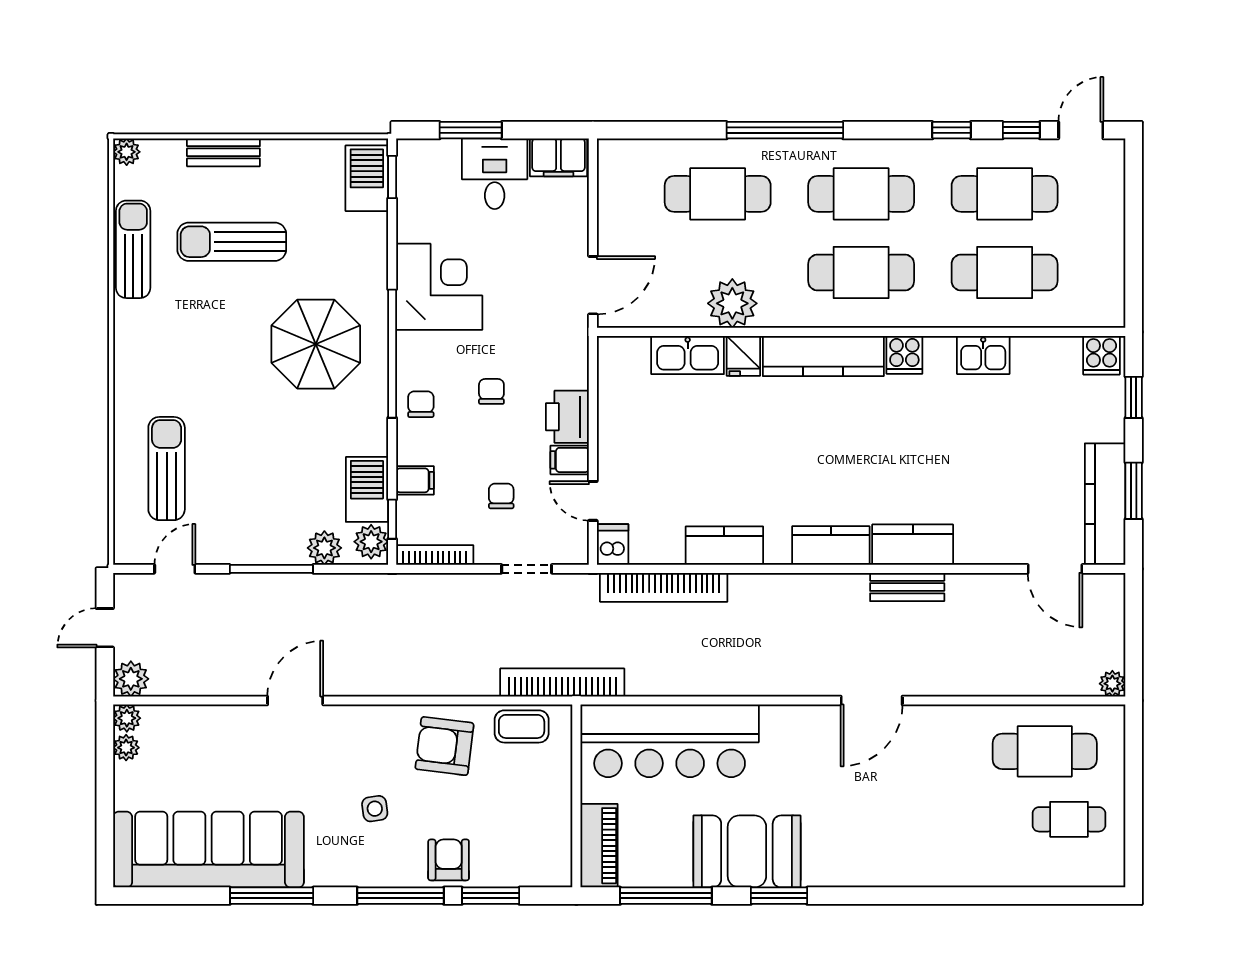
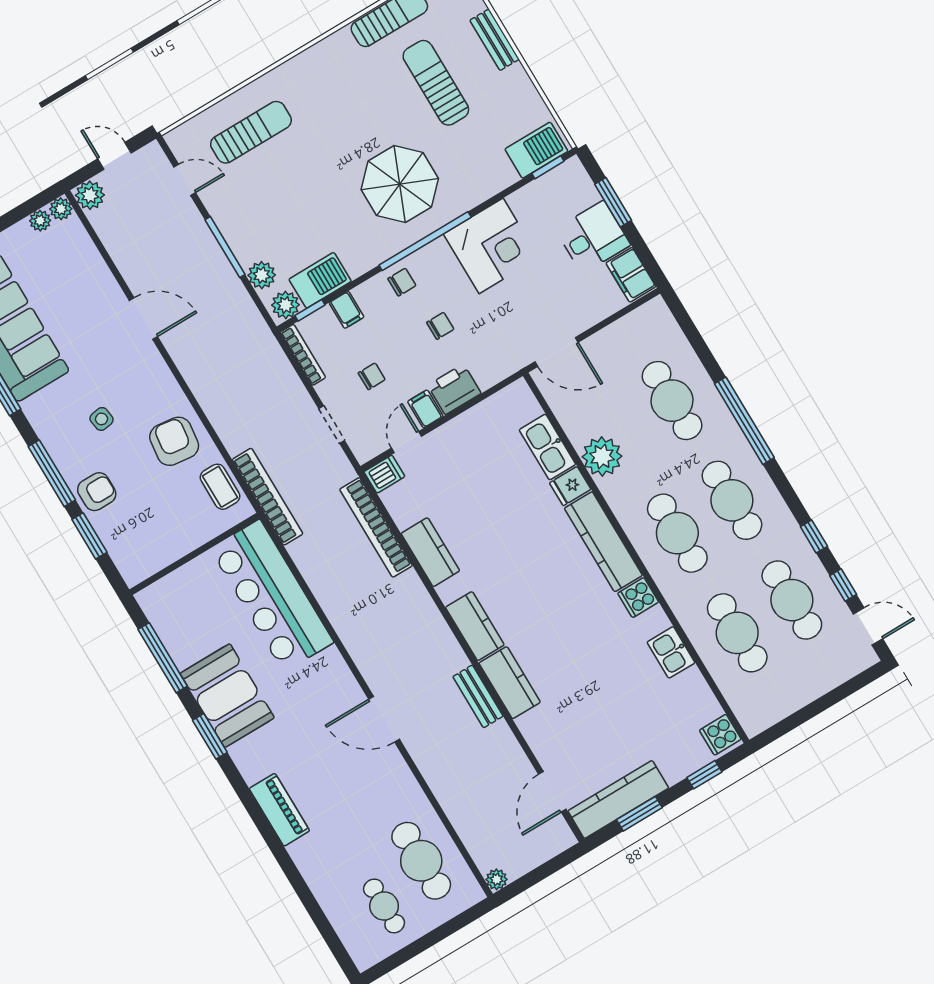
piano: (599, 846) -> (279, 810), moved, turned -90

